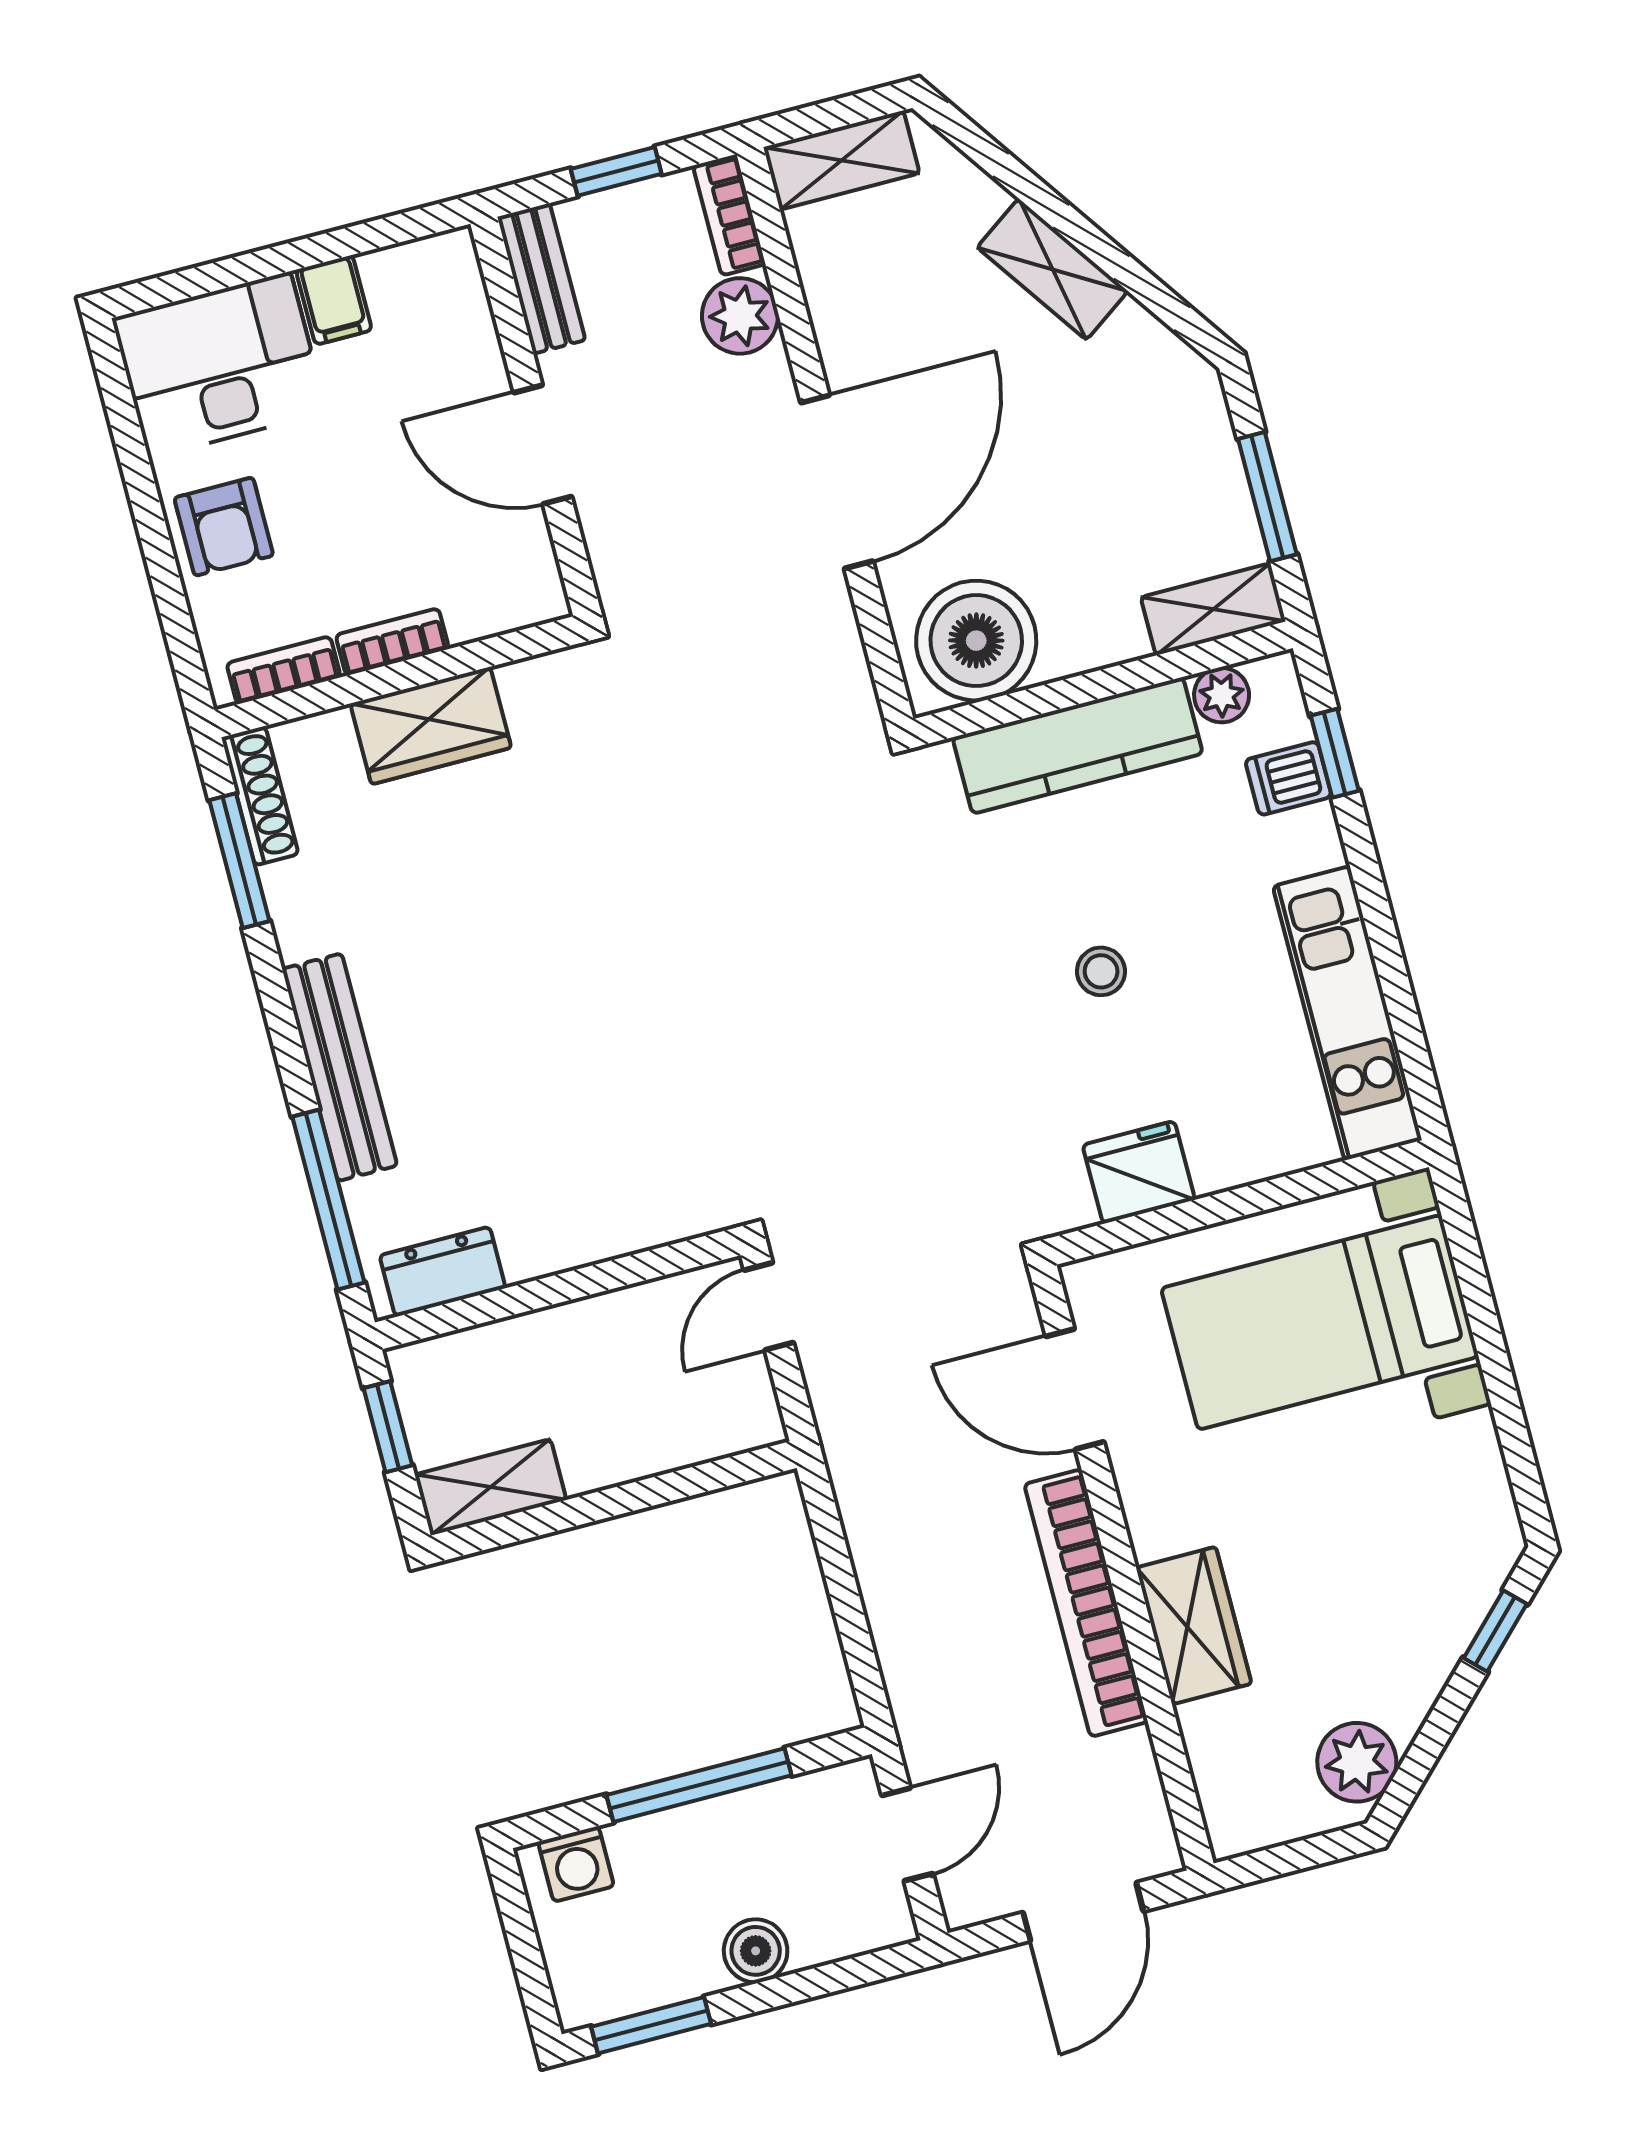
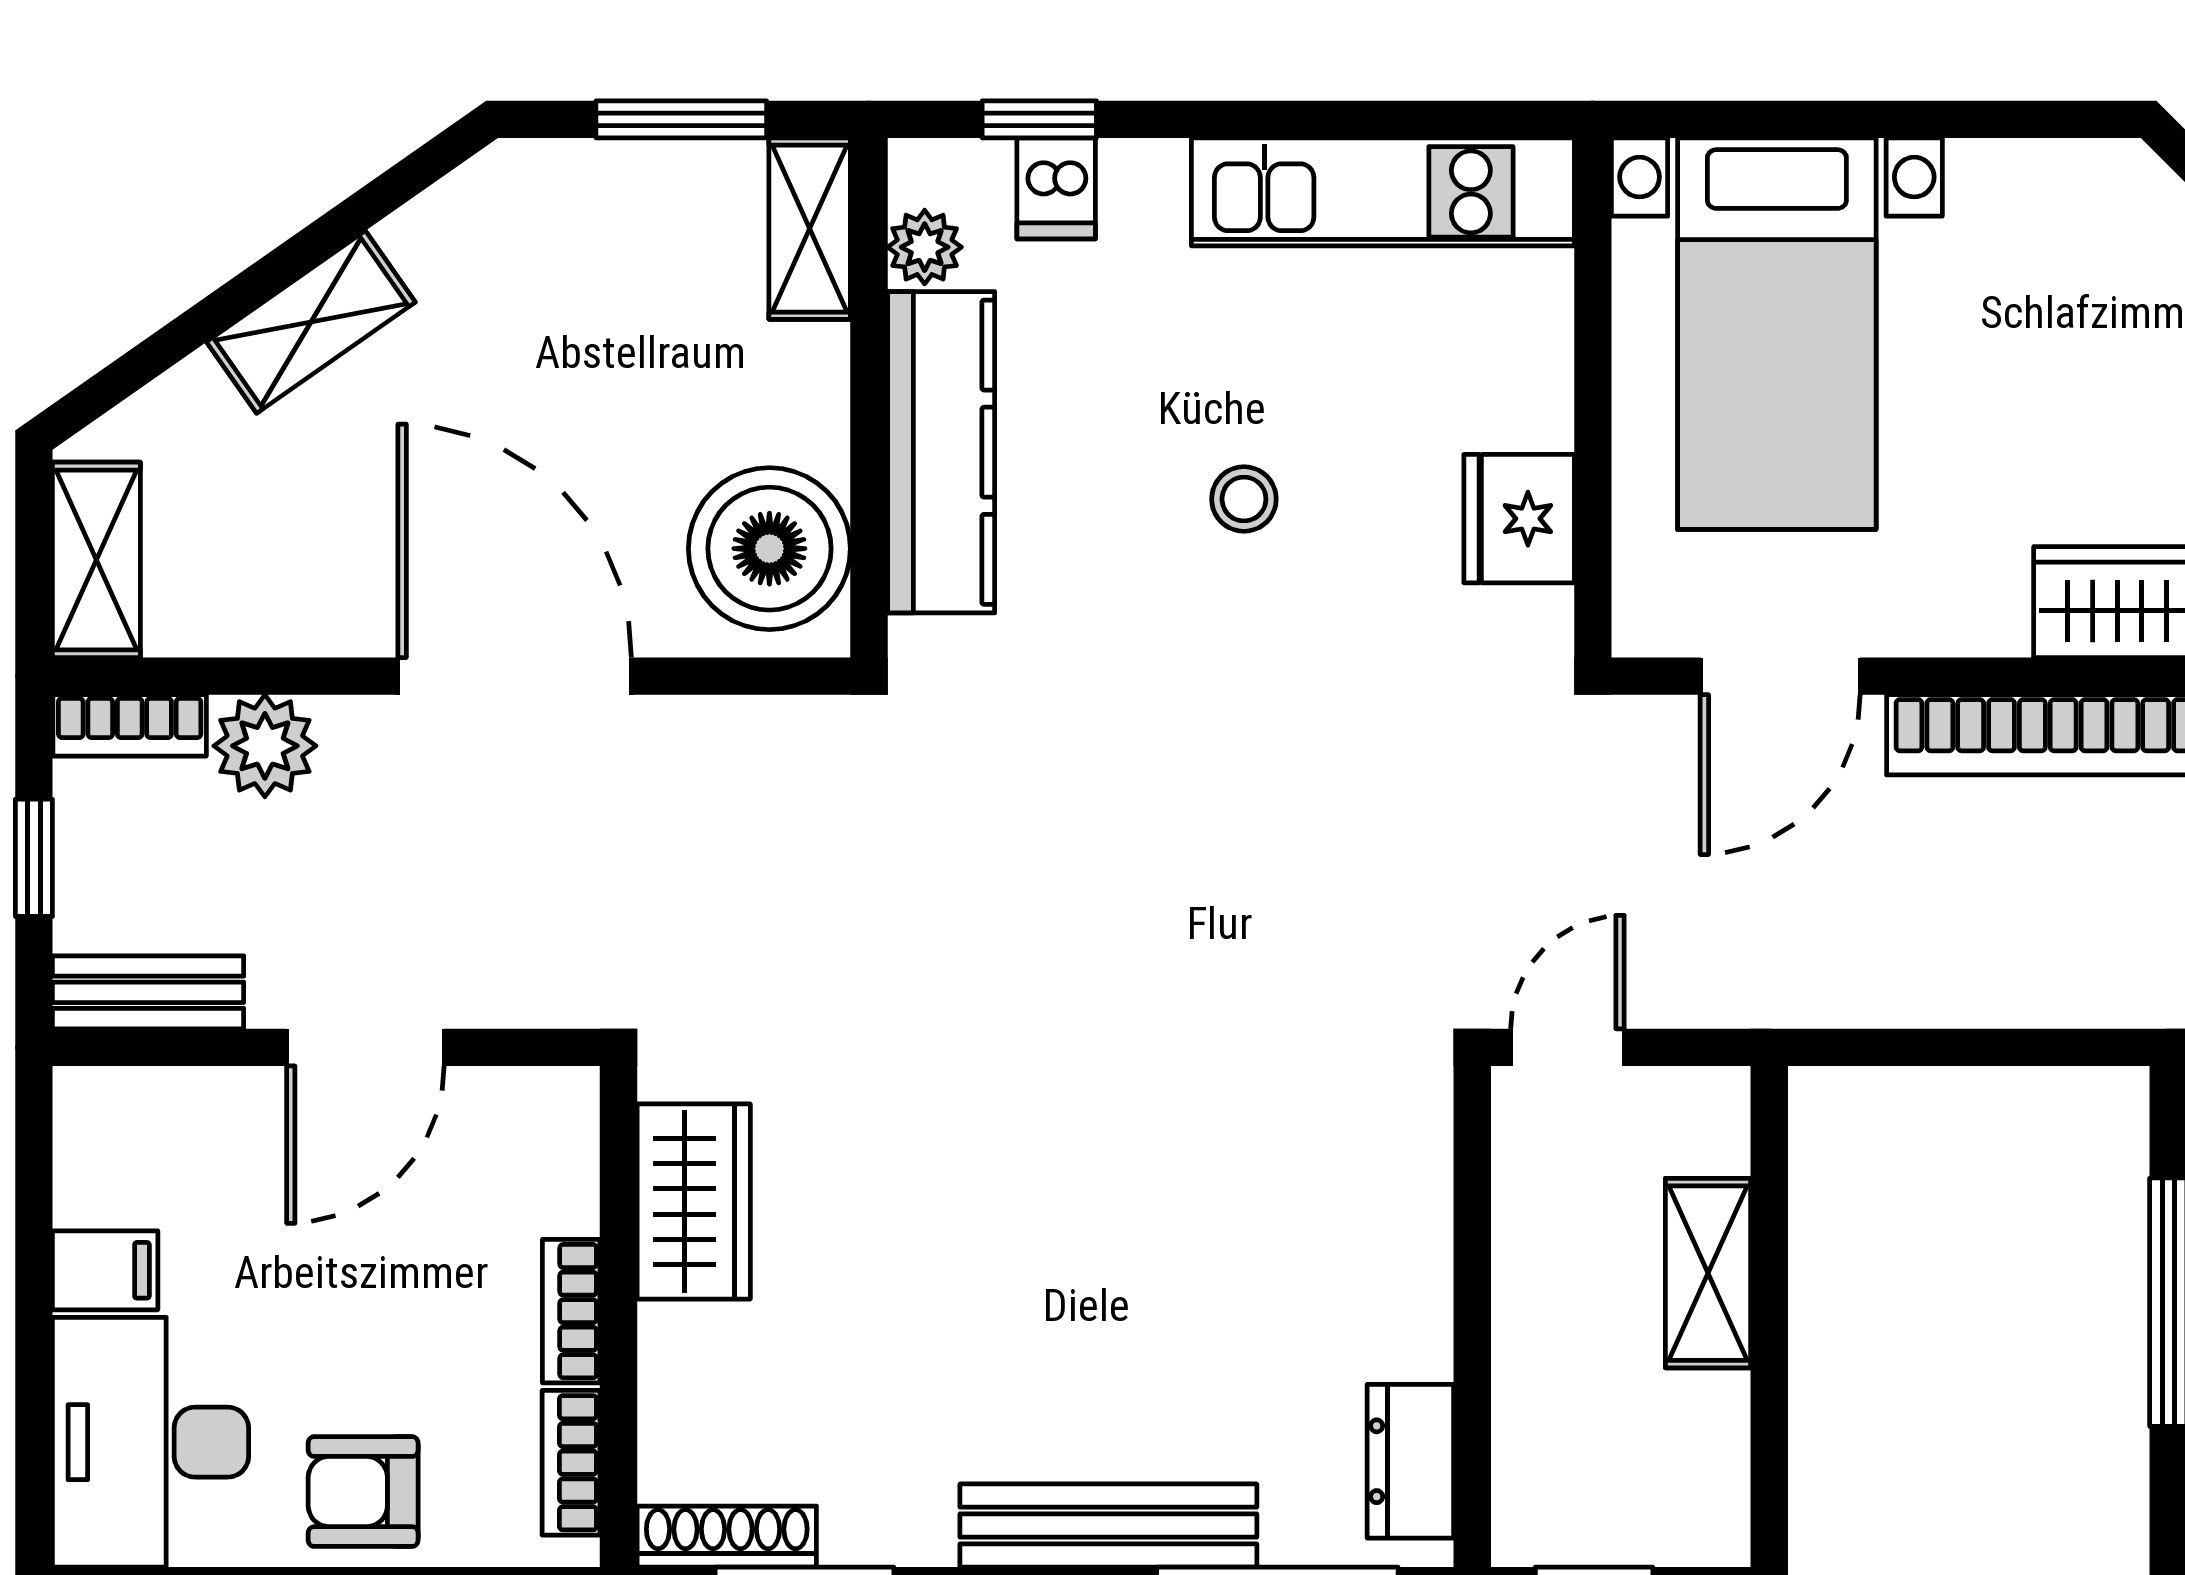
armchair: (224, 527) -> (363, 1492), turned 180
wardrobe: (431, 726) -> (694, 1201), moved
door: (769, 1306) -> (1567, 1047), swing flipped
shelving: (491, 1487) -> (1708, 1273), moved

